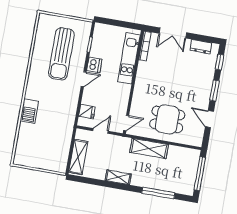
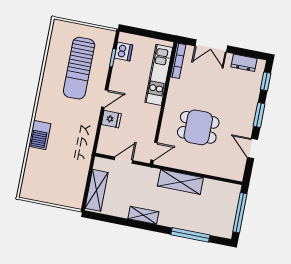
dishwasher: (94, 65) -> (124, 51), moved
fridge: (87, 112) -> (111, 119), moved
dining table: (167, 119) -> (198, 127), moved

